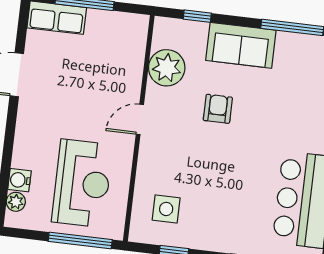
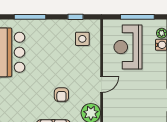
window: (80, 240) -> (137, 17), moved

